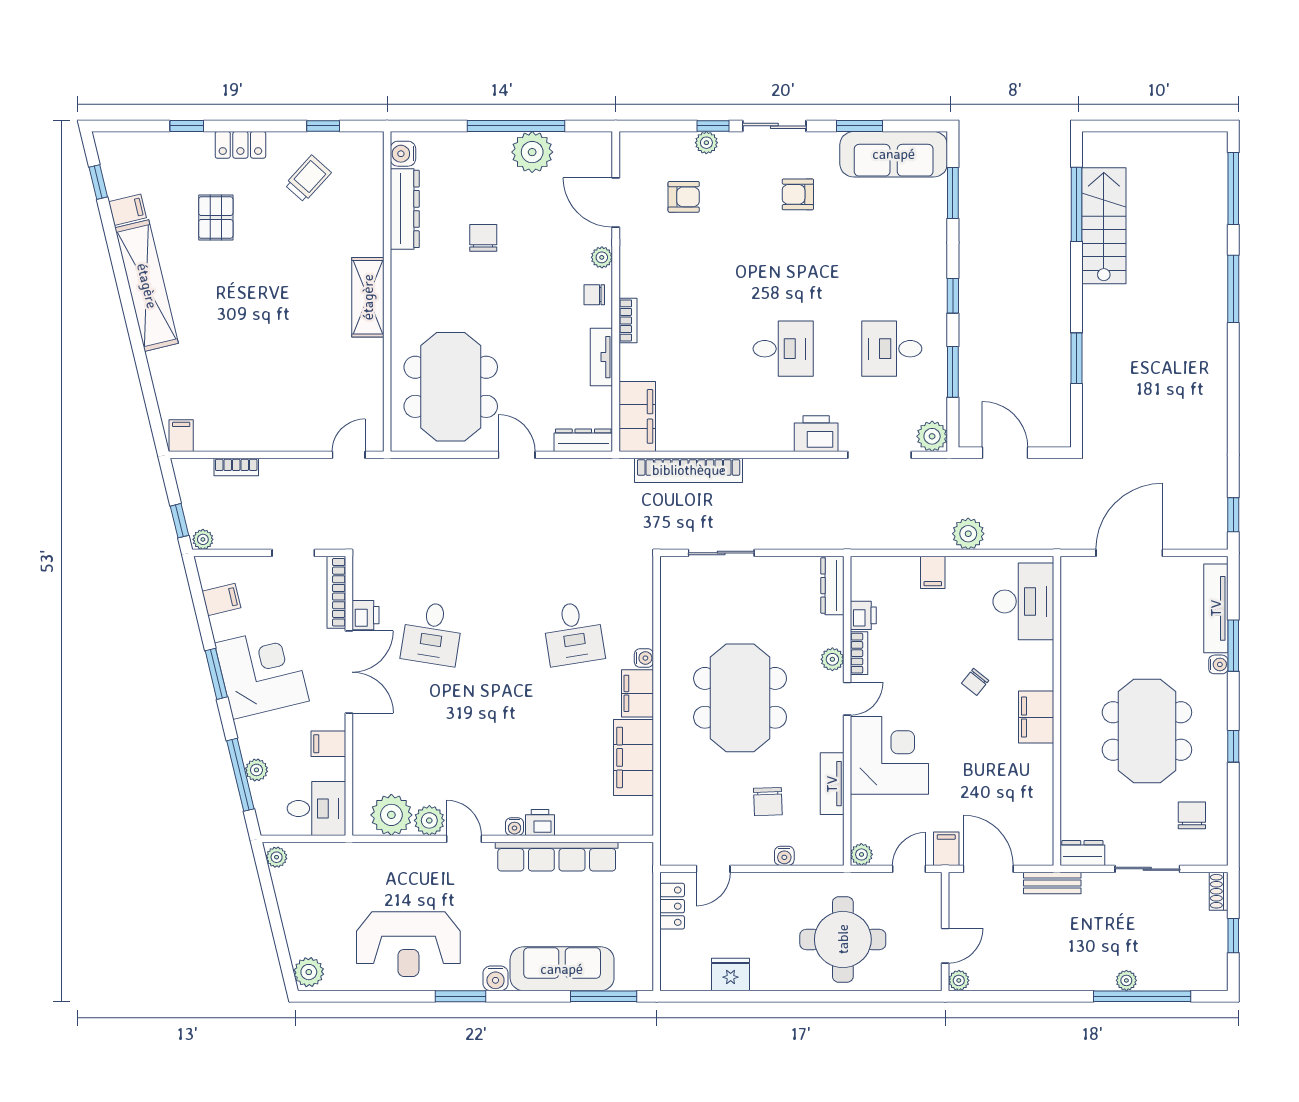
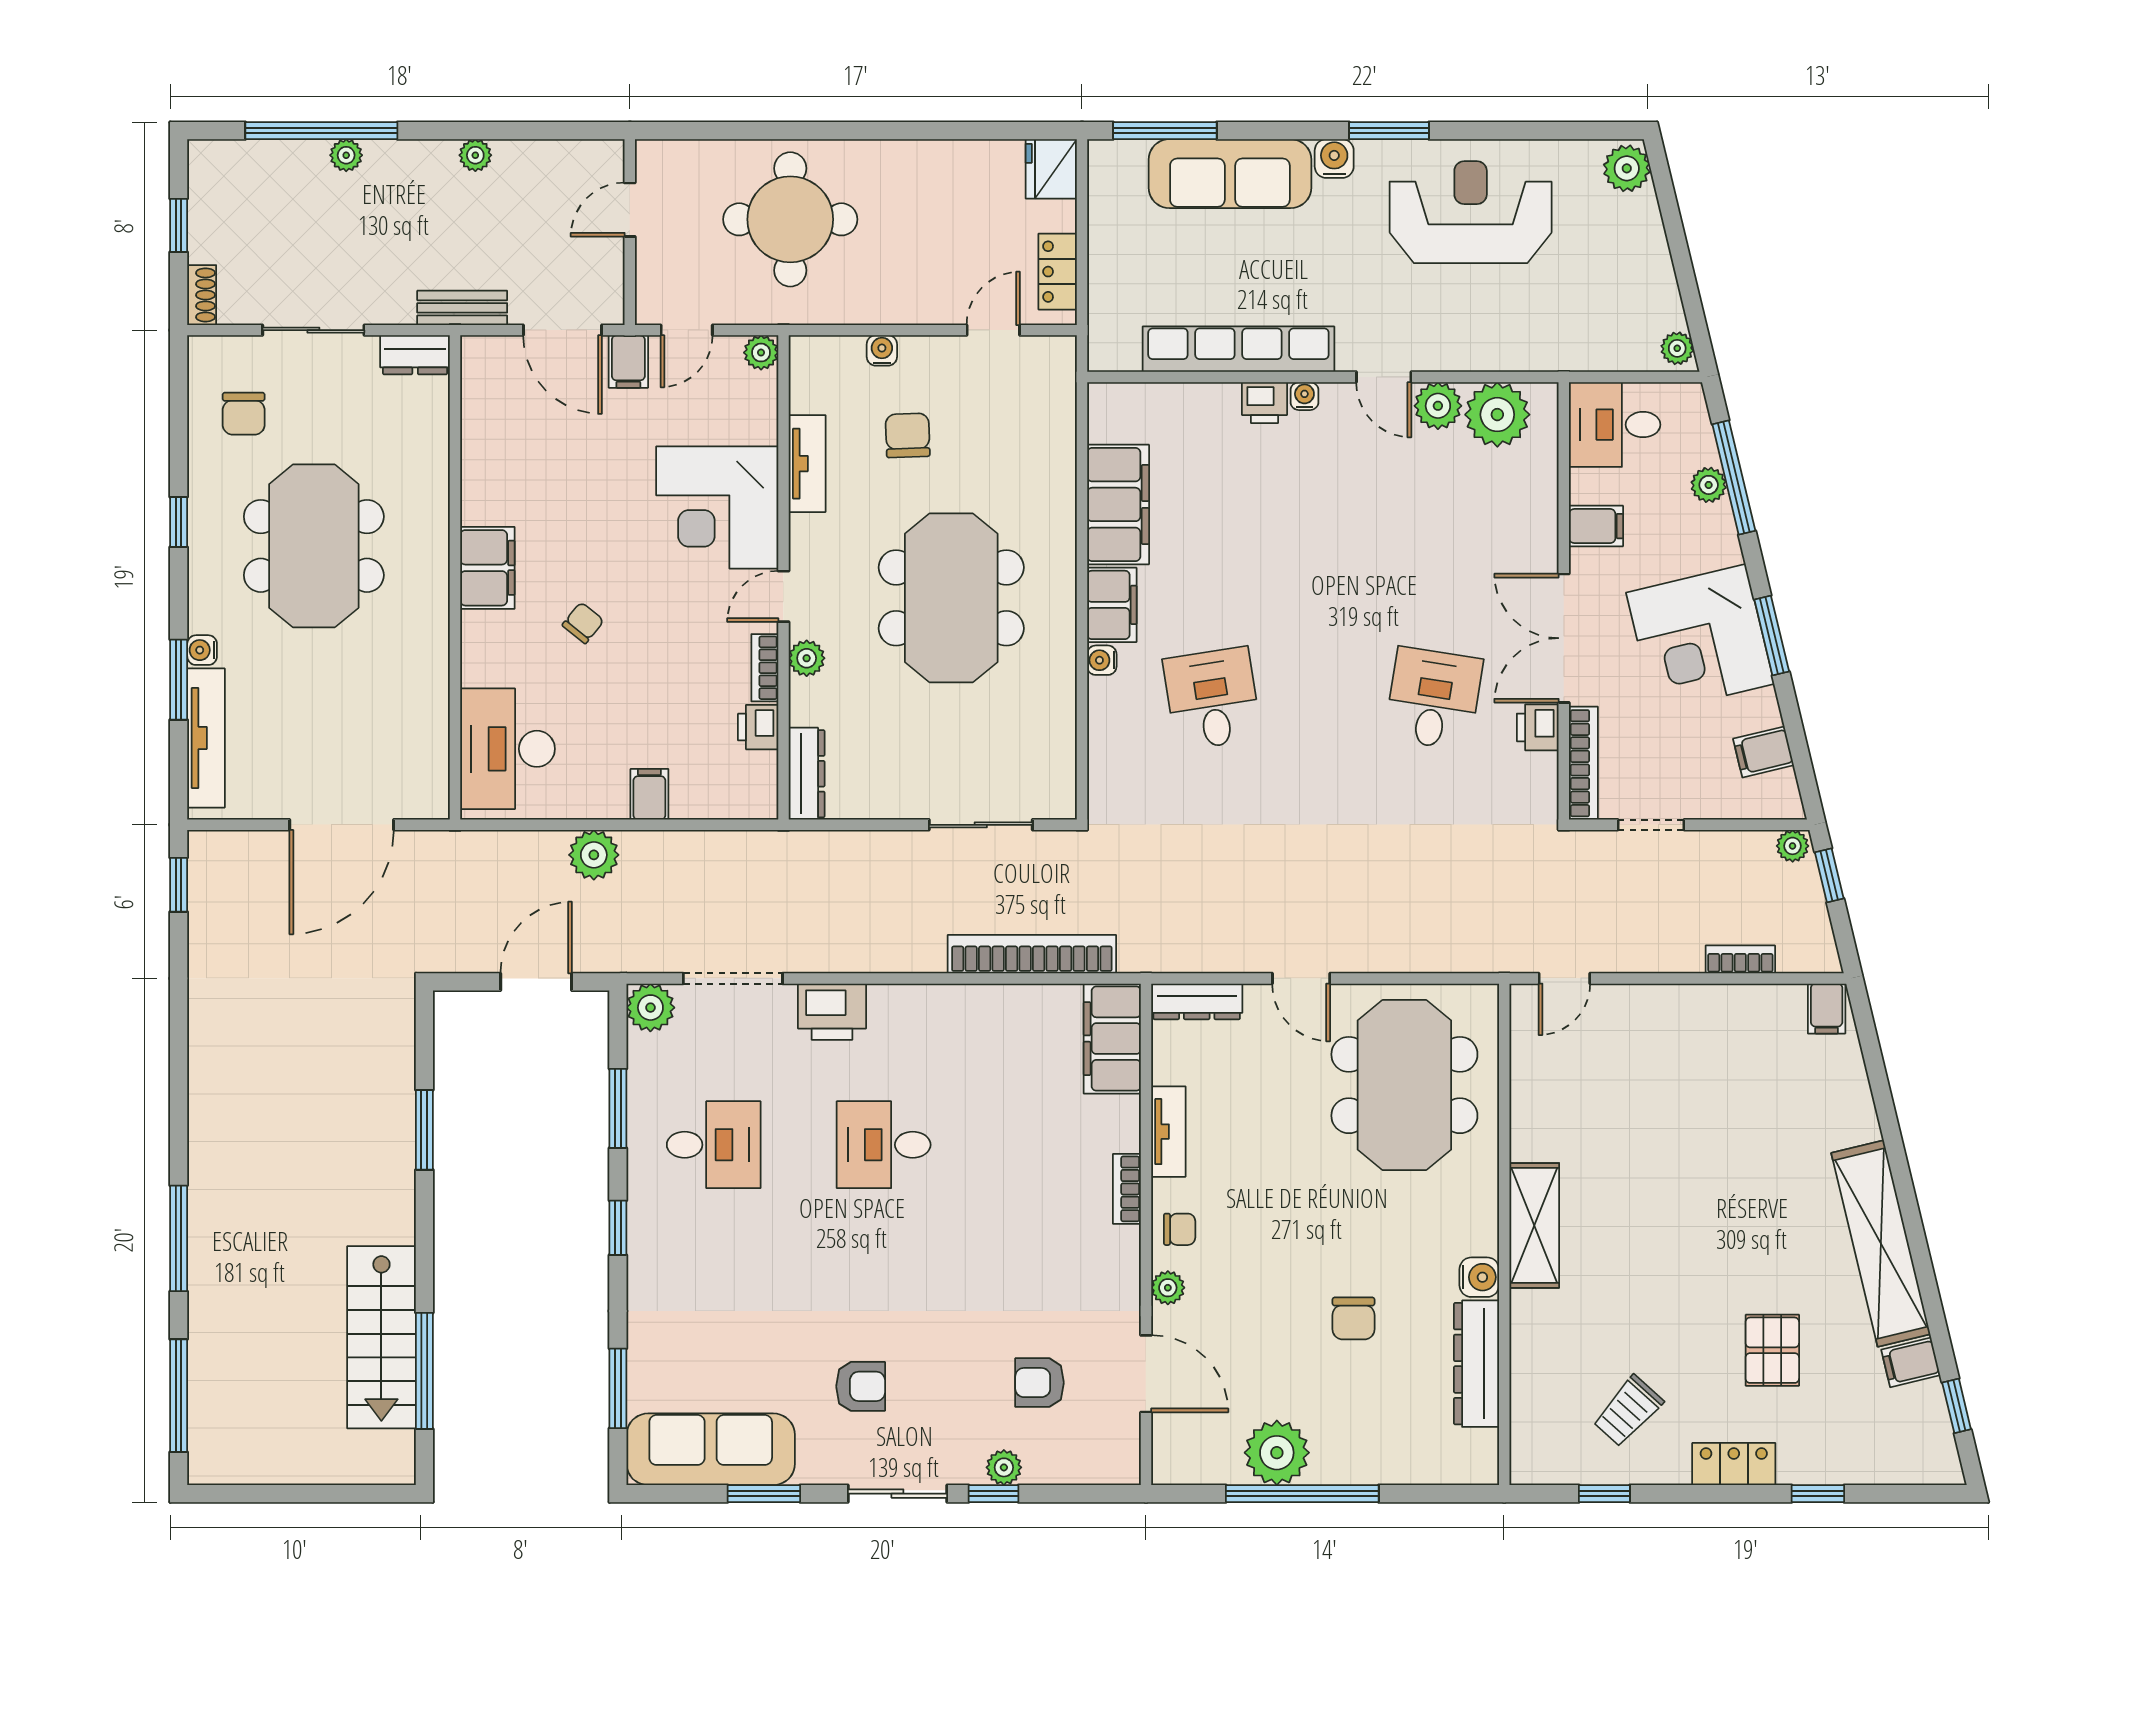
water cooler: (403, 154) -> (1479, 1277), moved
door: (1005, 453) -> (536, 982), swing flipped
fridge: (731, 974) -> (1051, 169), moved, turned 90
plant: (959, 980) -> (475, 155), moved

